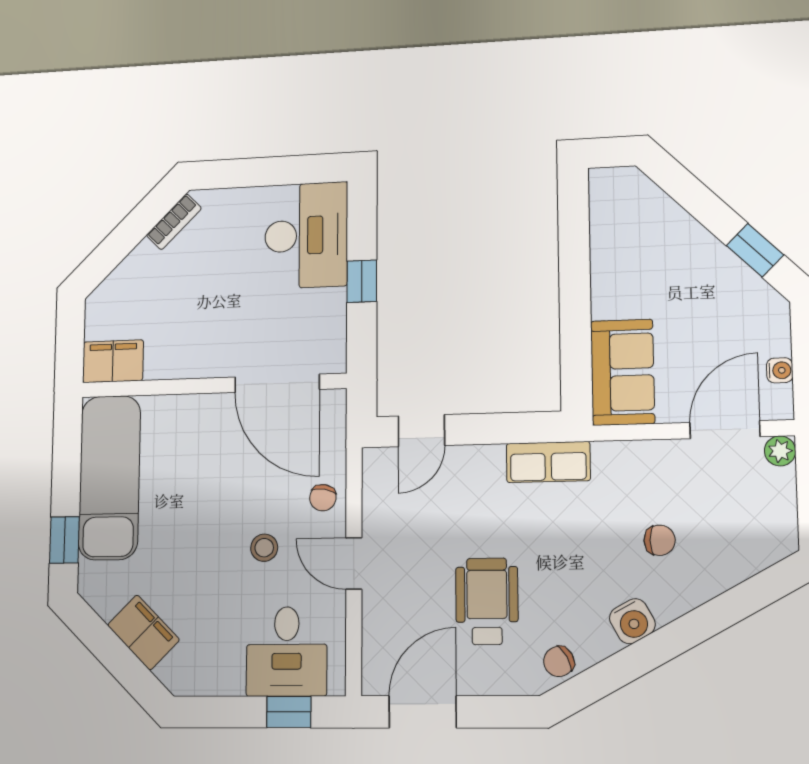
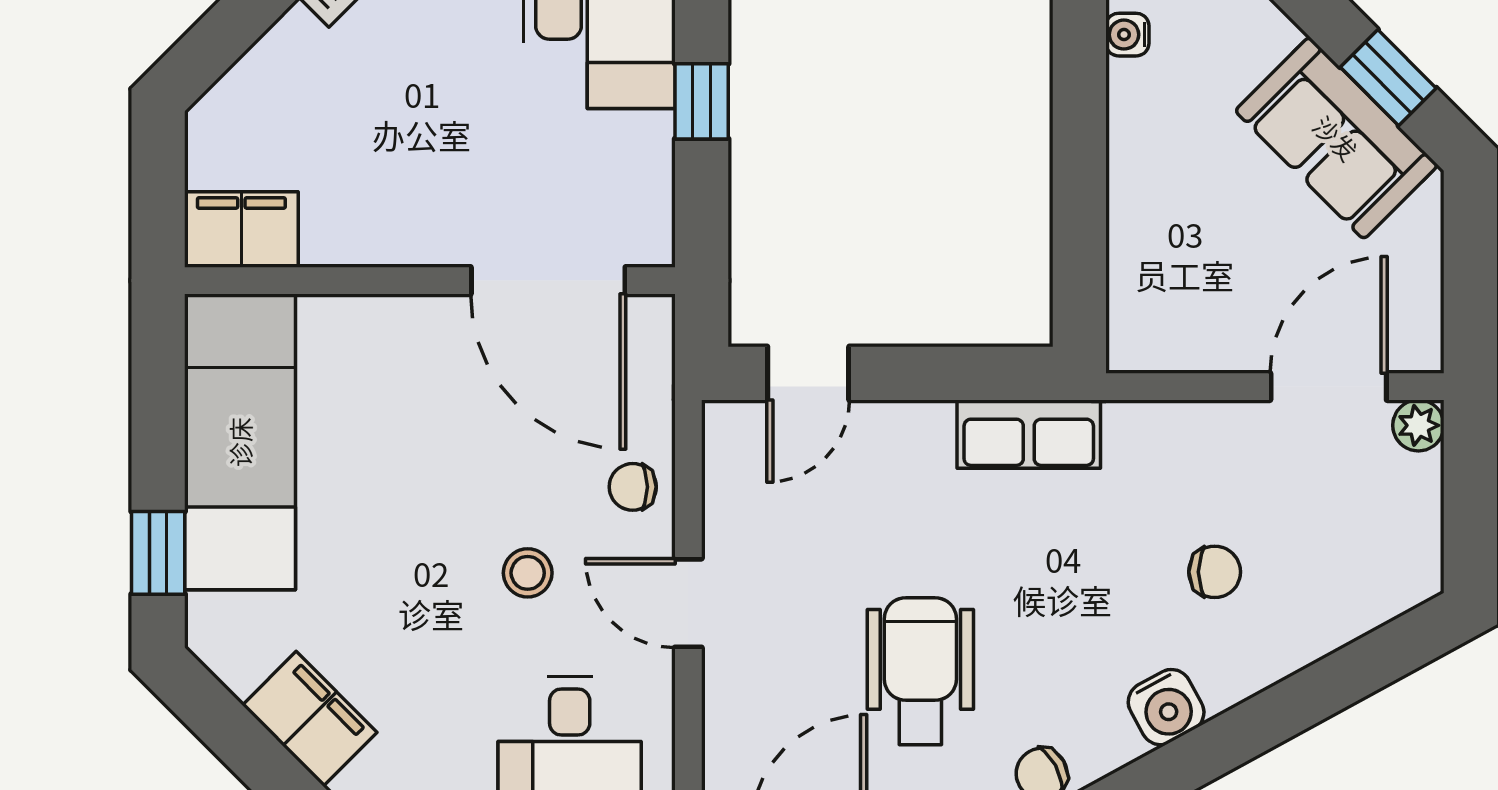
water cooler: (780, 370) -> (1127, 35), moved, turned 180
sofa: (623, 372) -> (1336, 138), moved, turned 135
chair: (323, 498) -> (633, 487), turned 80

